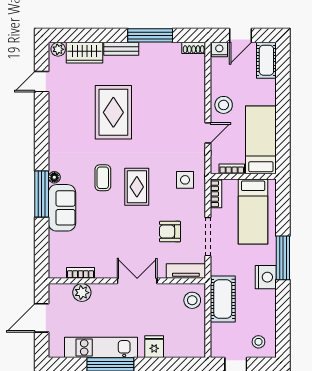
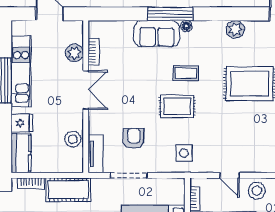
plant: (58, 127) -> (235, 29), added
bookcase: (216, 194) -> (31, 183), moved
double door: (137, 281) -> (86, 90), moved
stool: (192, 300) -> (73, 139), moved
kitchen counter: (185, 348) -> (21, 153), added

